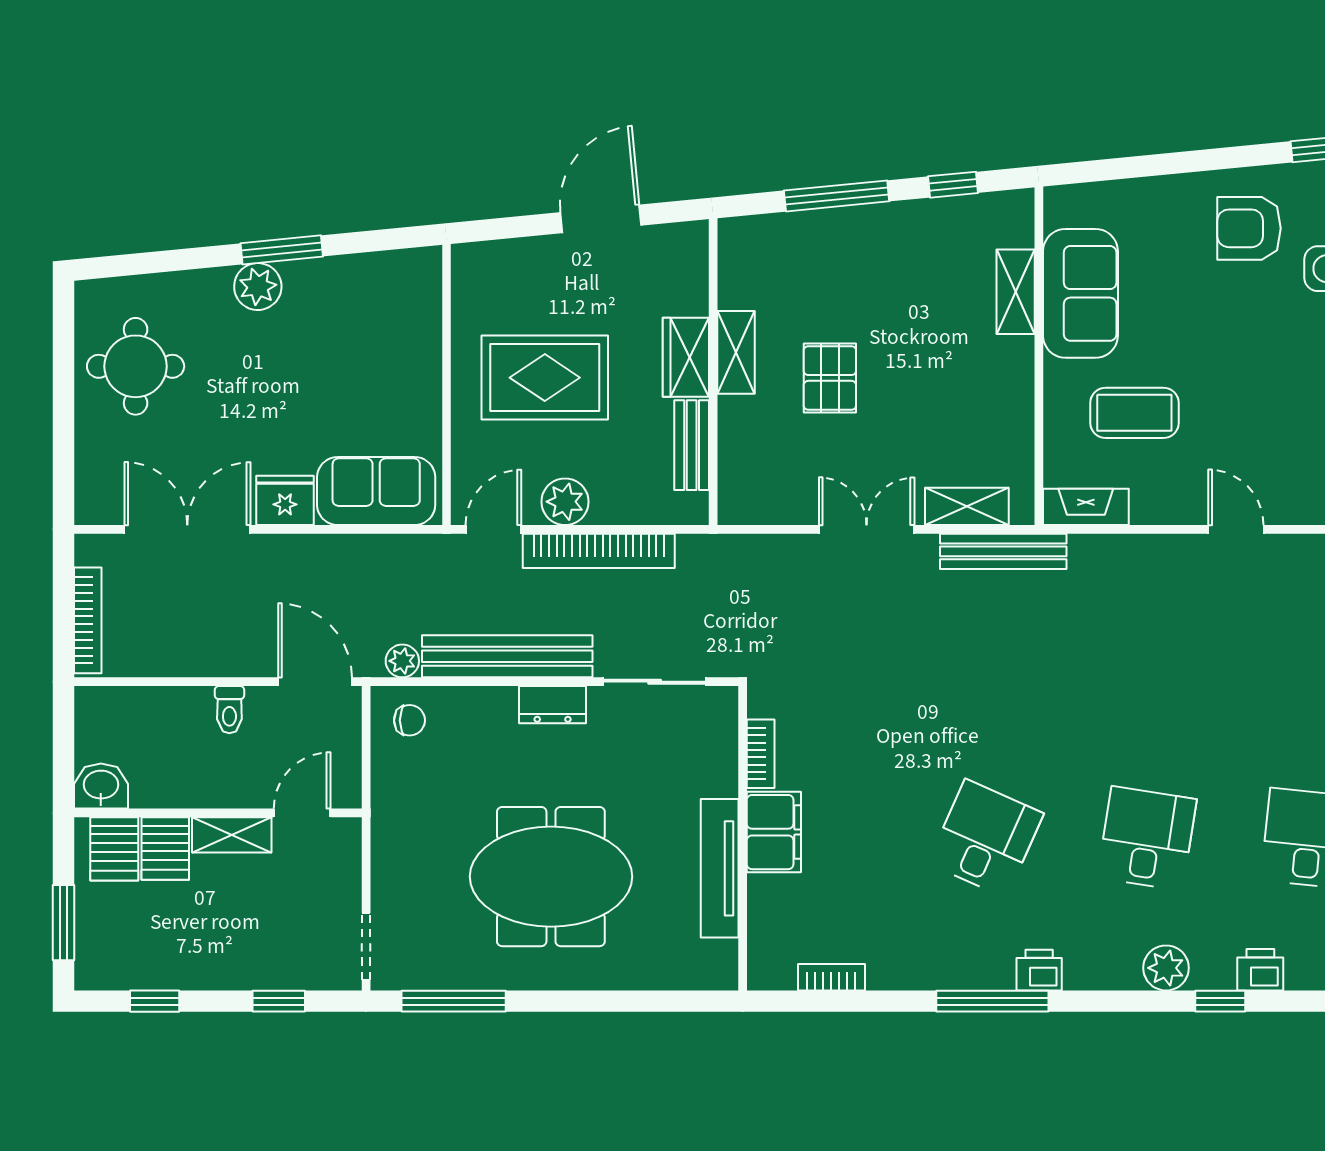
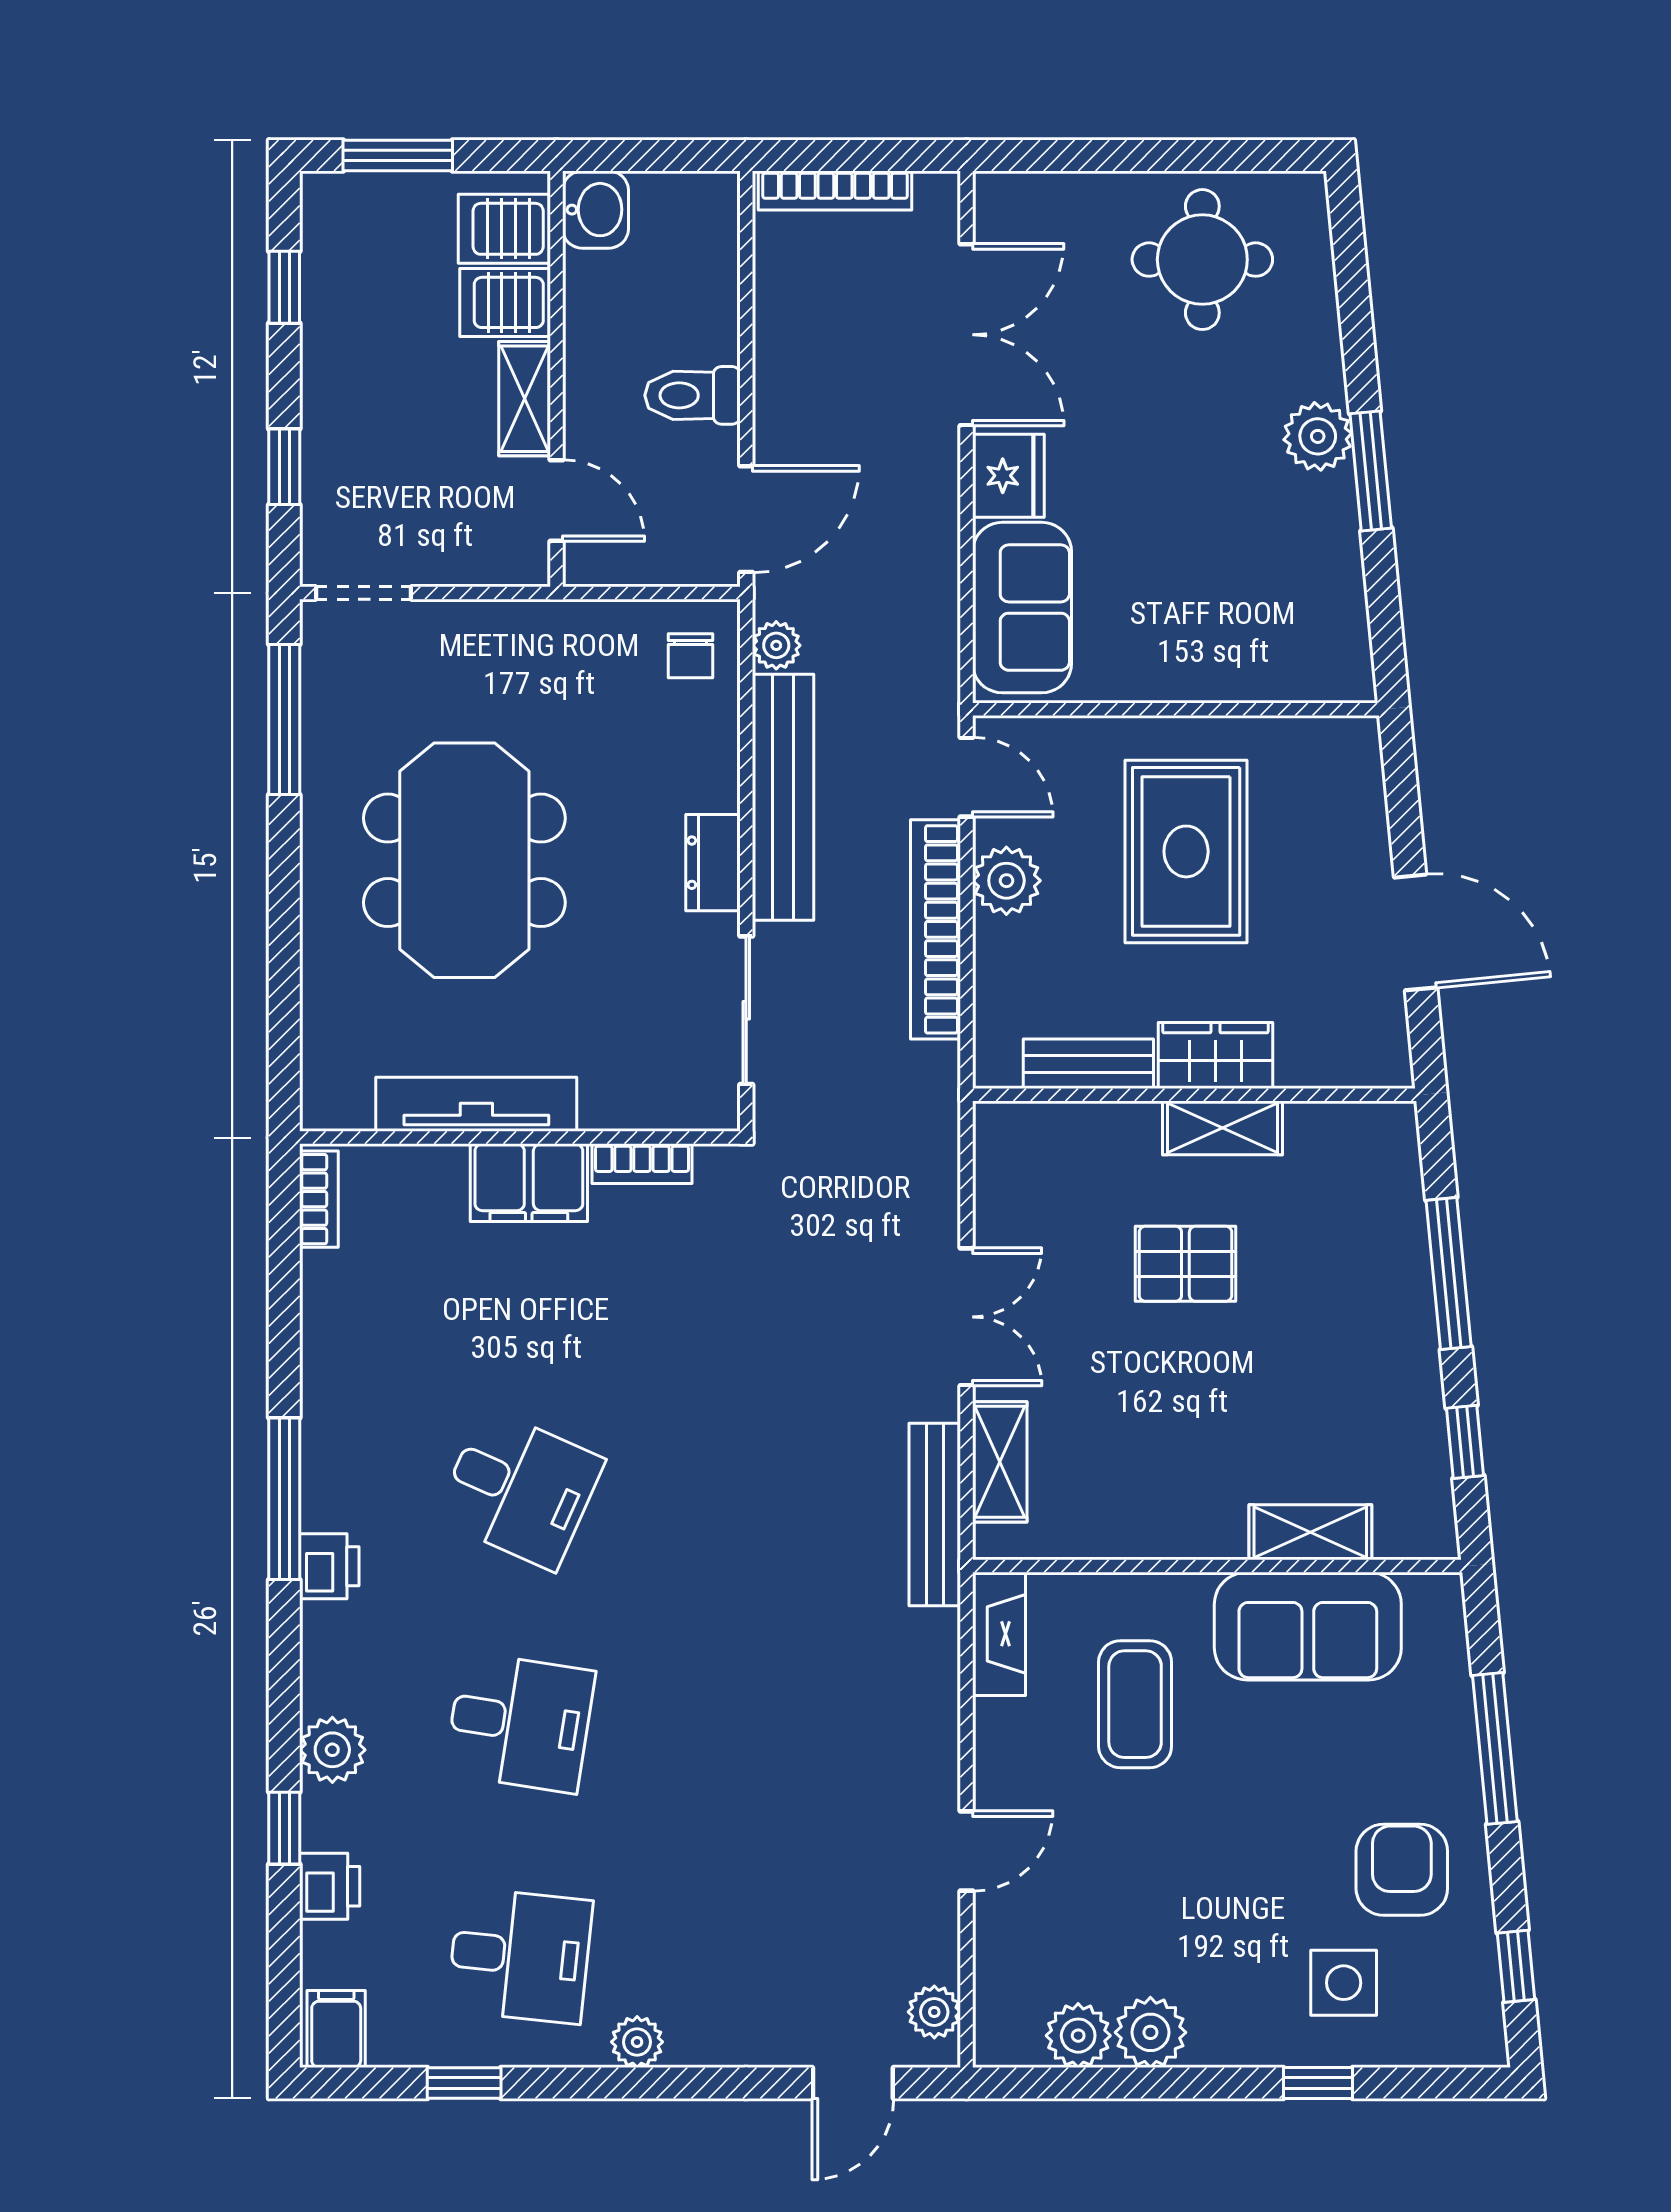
window: (1165, 164) -> (1495, 1748), added
toilet: (229, 710) -> (692, 395), width x1.37, depth x1.39
bookcase: (831, 977) -> (319, 1199), moved

